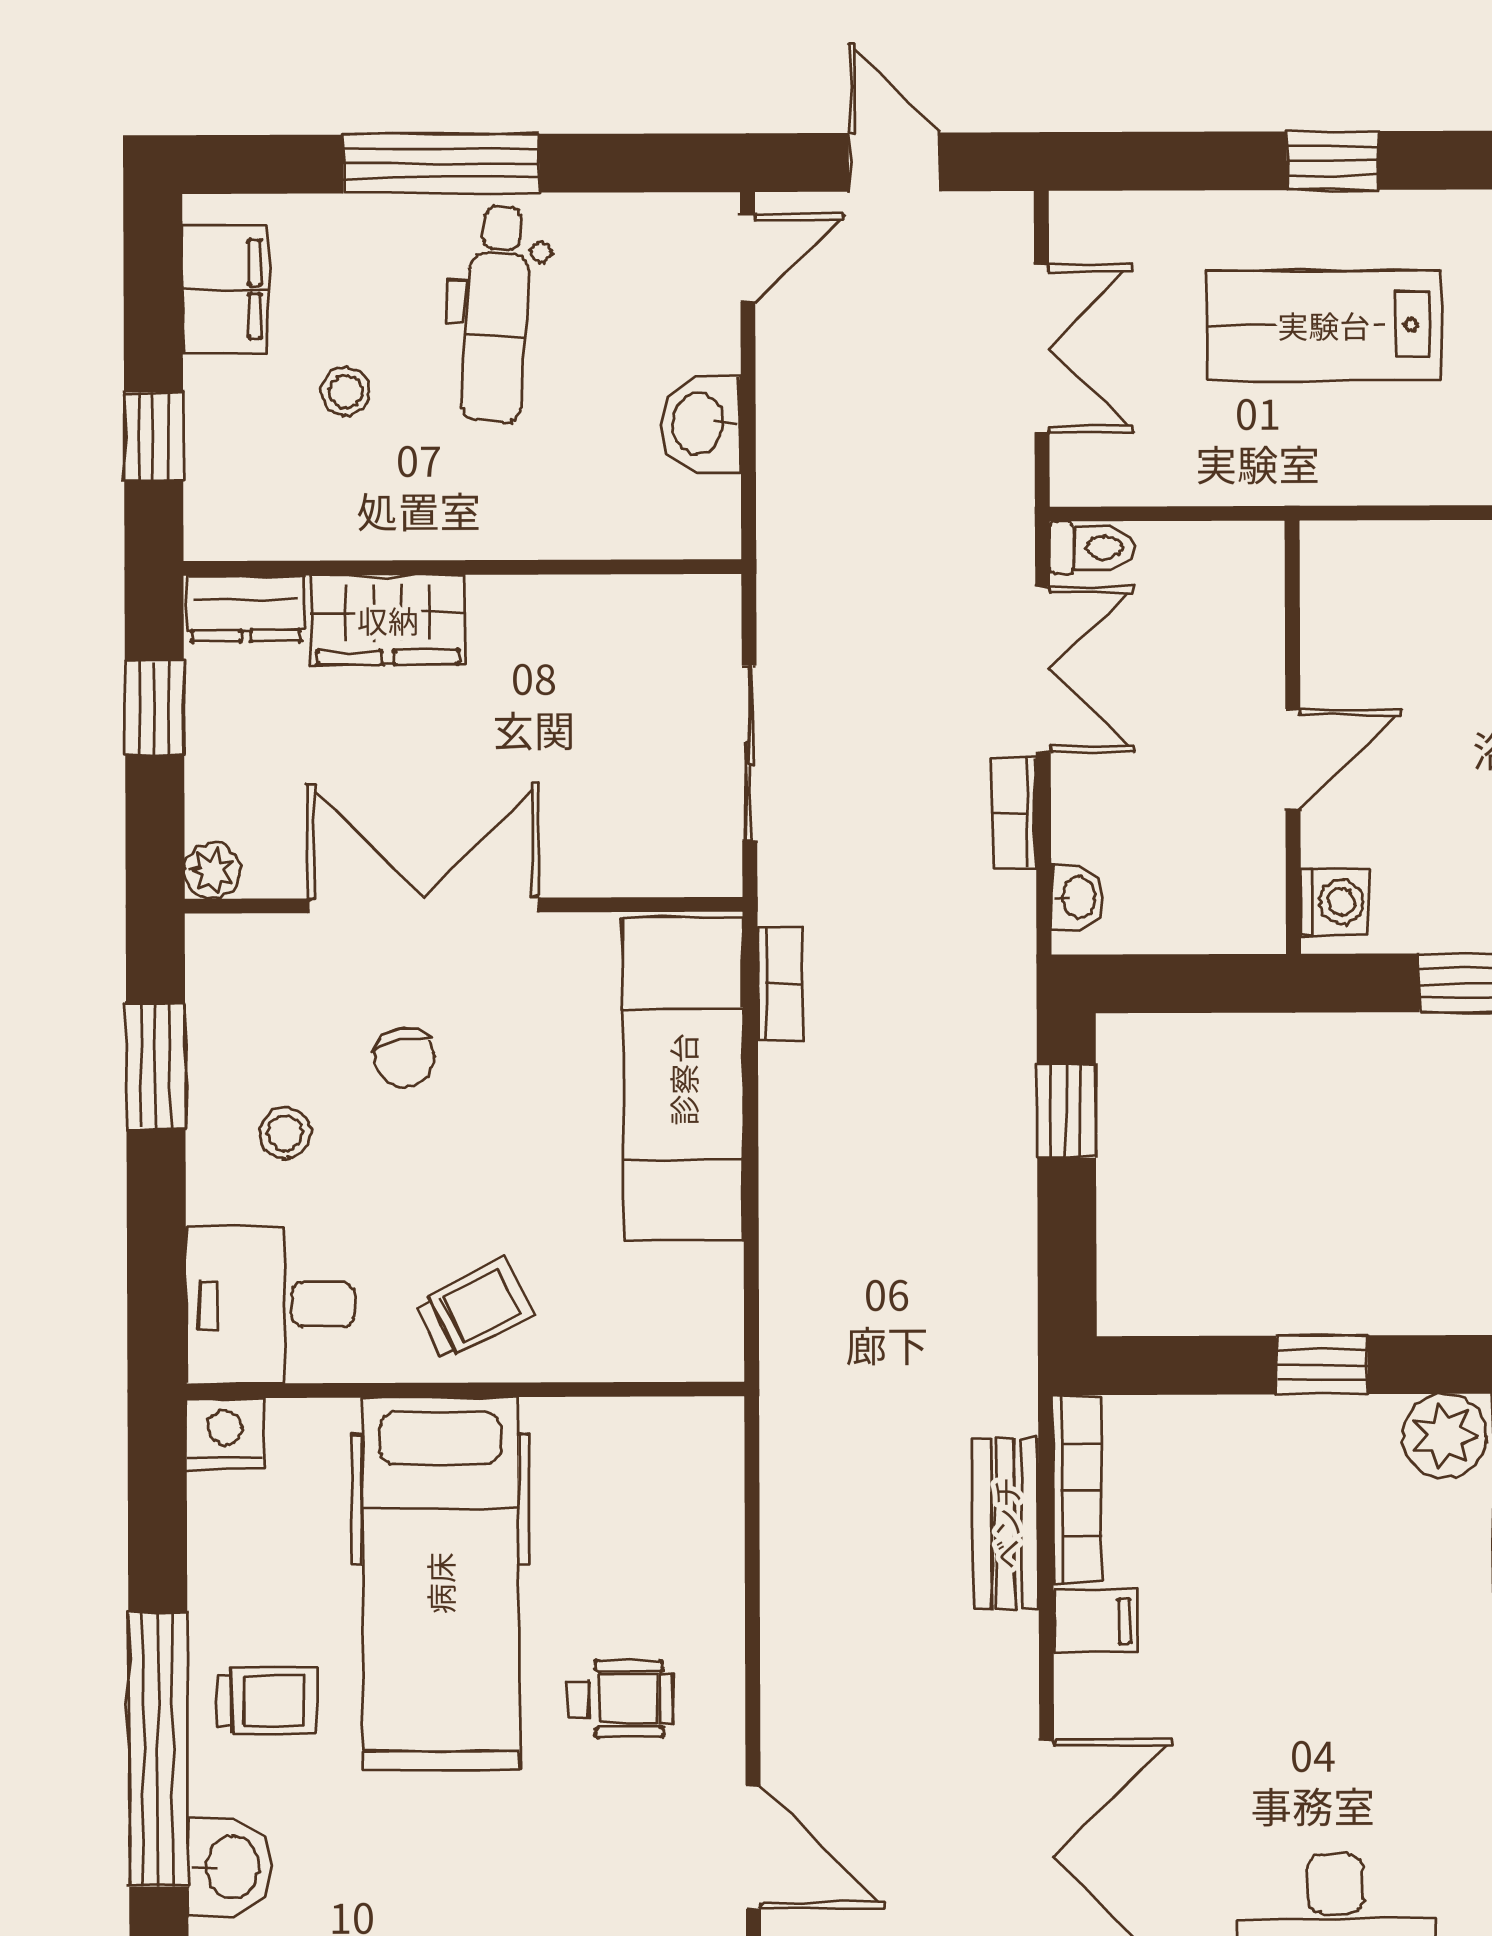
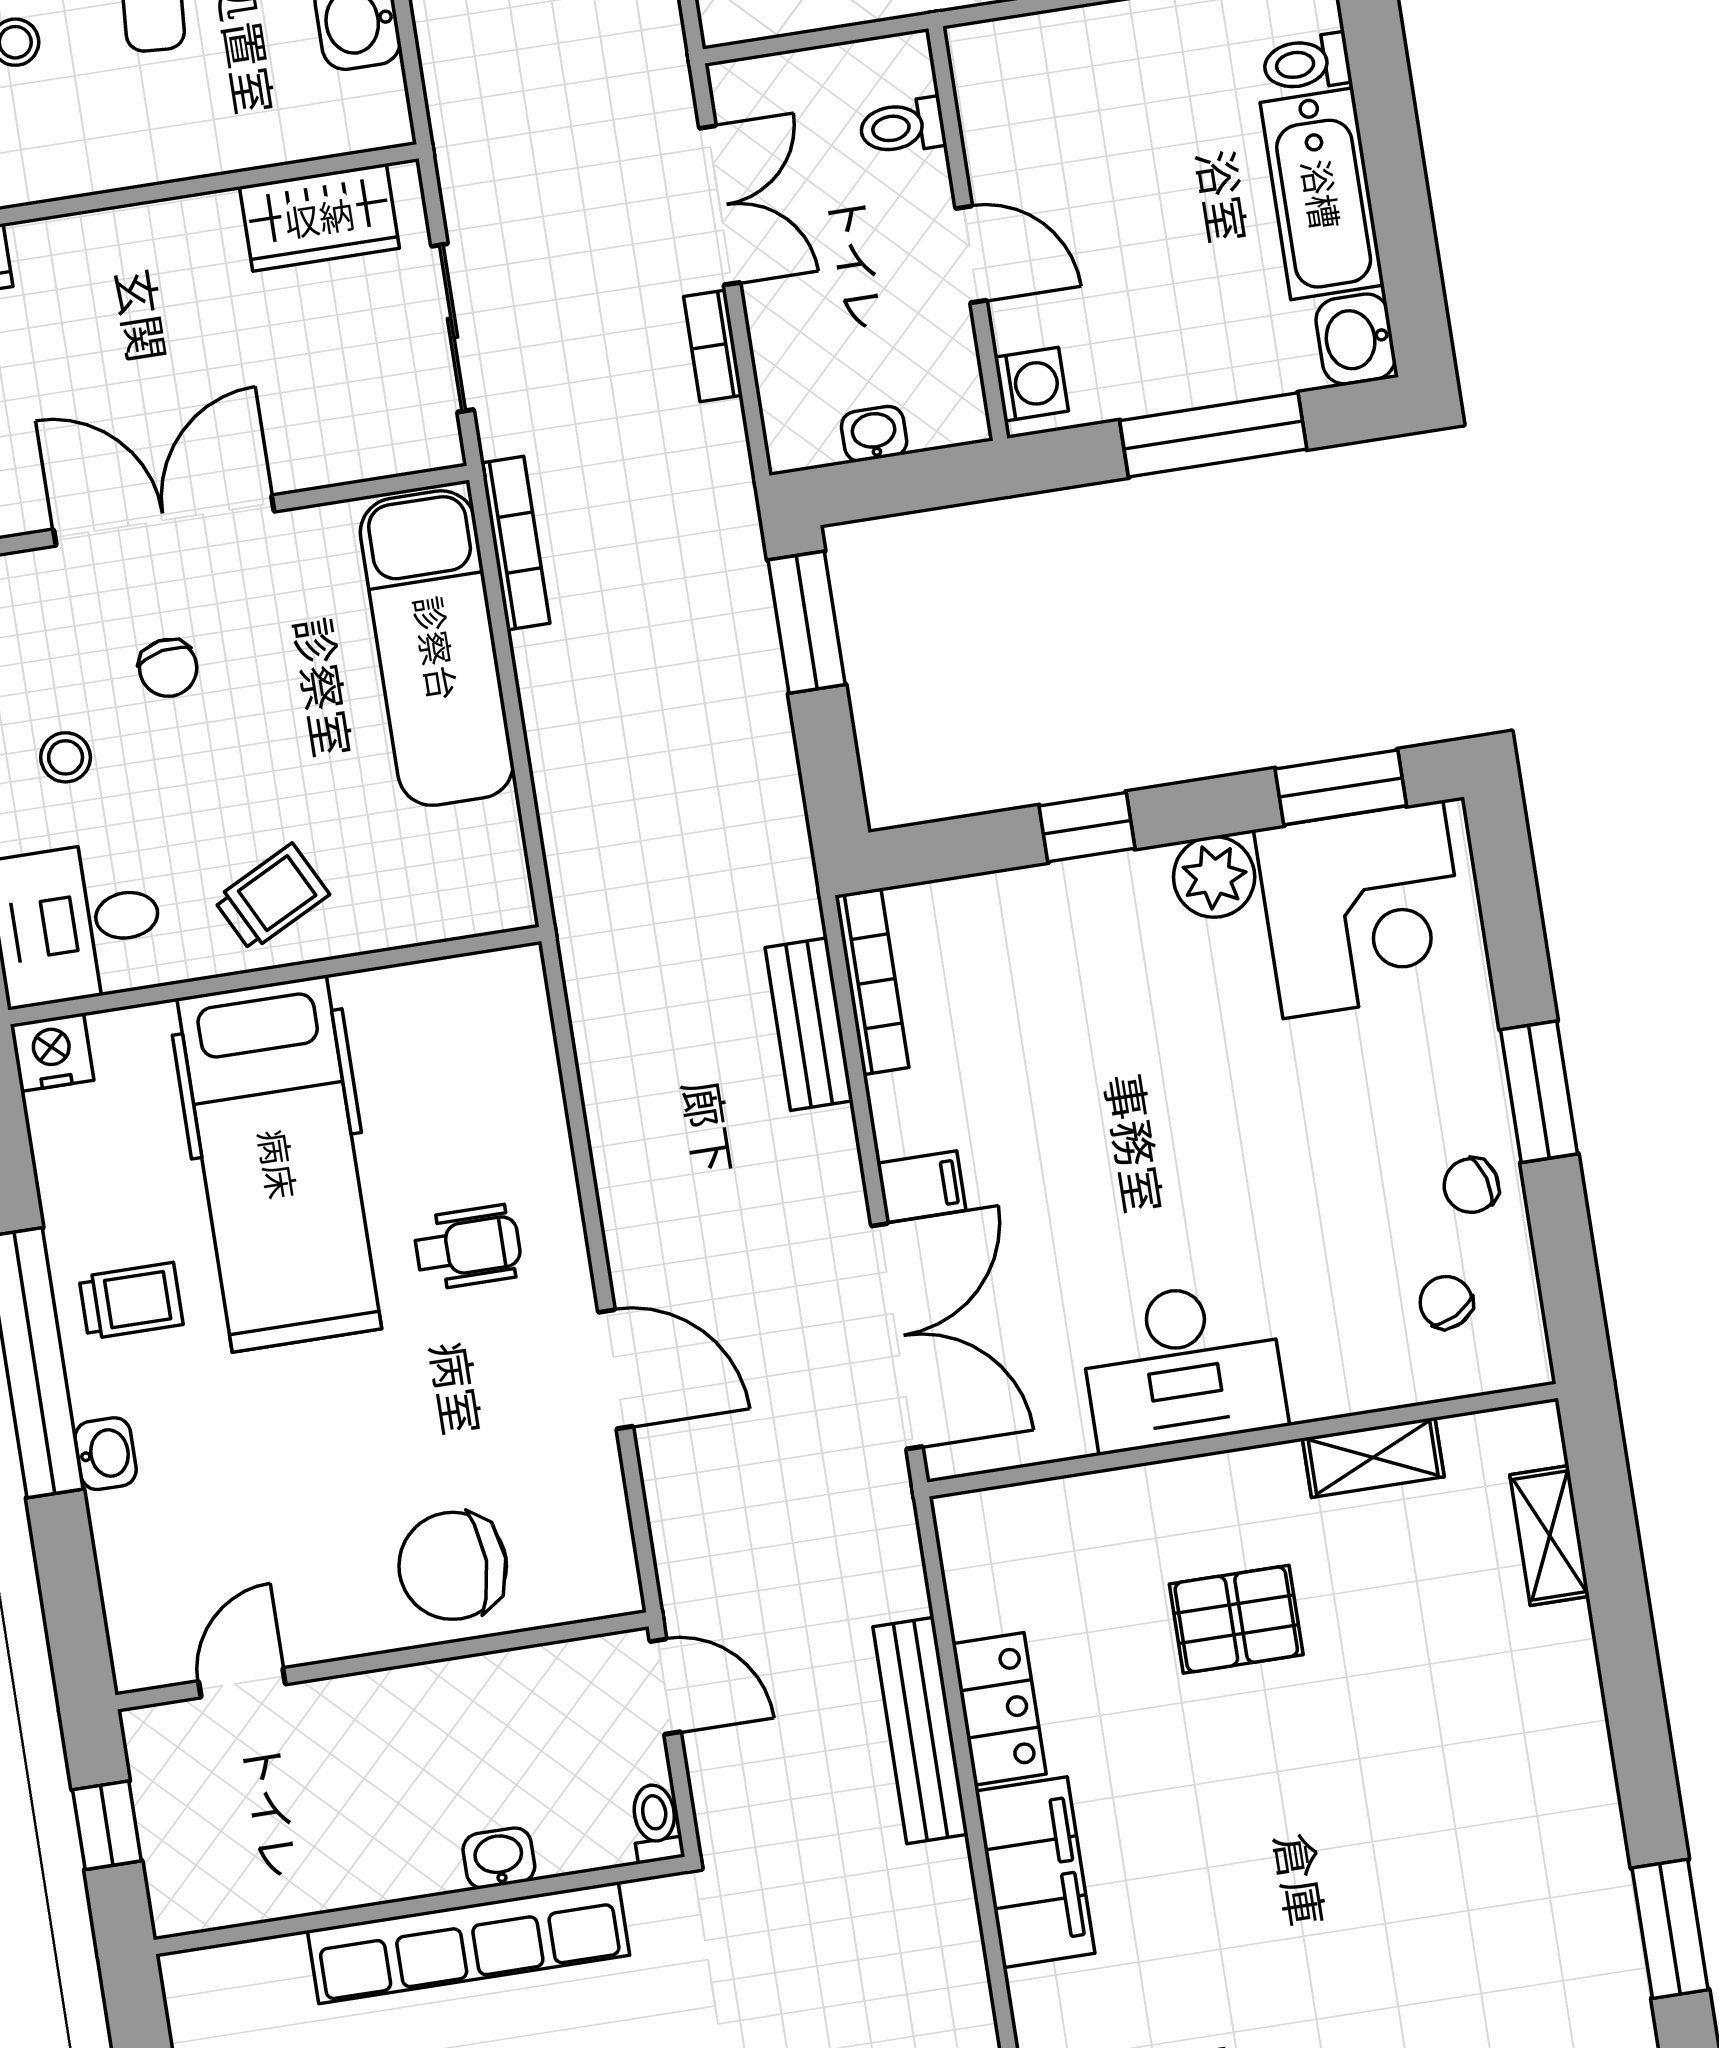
toilet: (1092, 547) -> (902, 127), moved, turned 180
wardrobe: (388, 620) -> (319, 217), moved
door: (1293, 759) -> (971, 254), hinge flipped
washbasin: (1077, 898) -> (874, 434), moved, turned -90
bookcase: (780, 984) -> (515, 543), width x1.56
window: (1066, 1111) -> (807, 622), width x1.50
filing cabinet: (1095, 1621) -> (921, 1187), moved
washbasin: (230, 1867) -> (106, 1454), width x0.72, depth x0.69

